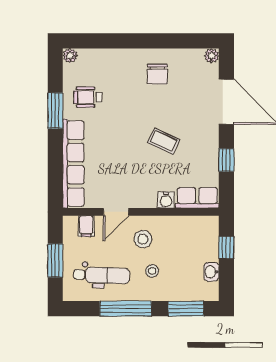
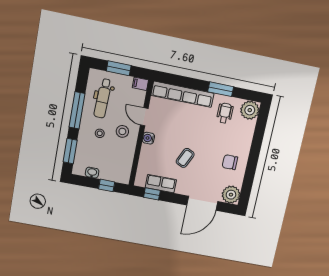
plant: (70, 56) -> (250, 110), width x1.88, depth x1.88
plant: (212, 56) -> (231, 195), width x1.87, depth x1.87
window: (226, 160) -> (152, 194), moved
row of seats: (197, 198) -> (161, 184), moved, turned -90
water cooler: (166, 200) -> (148, 138), moved
filing cabinet: (86, 226) -> (140, 84), moved

